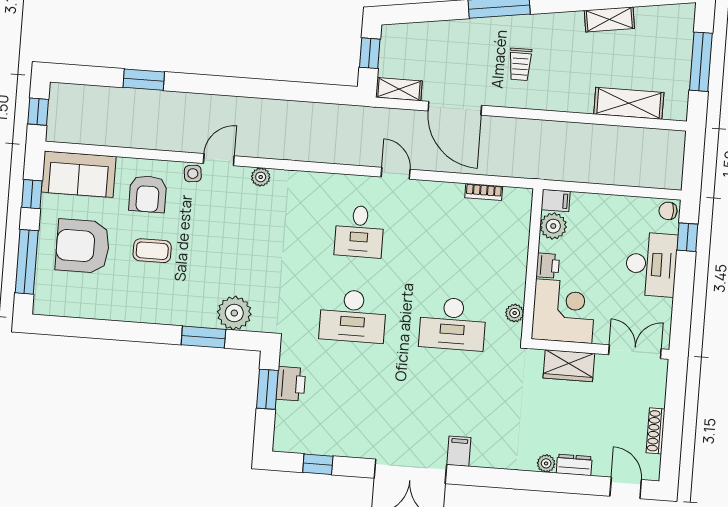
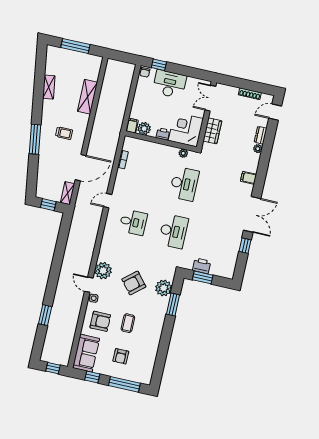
shelving: (629, 103) -> (87, 97), moved
plant: (261, 177) -> (103, 271), width x1.87, depth x1.87
armchair: (83, 246) -> (121, 356), width x0.53, depth x0.53
armchair: (236, 251) -> (134, 283), added
filing cabinet: (459, 451) -> (248, 178), moved
window: (318, 464) -> (245, 246), moved

